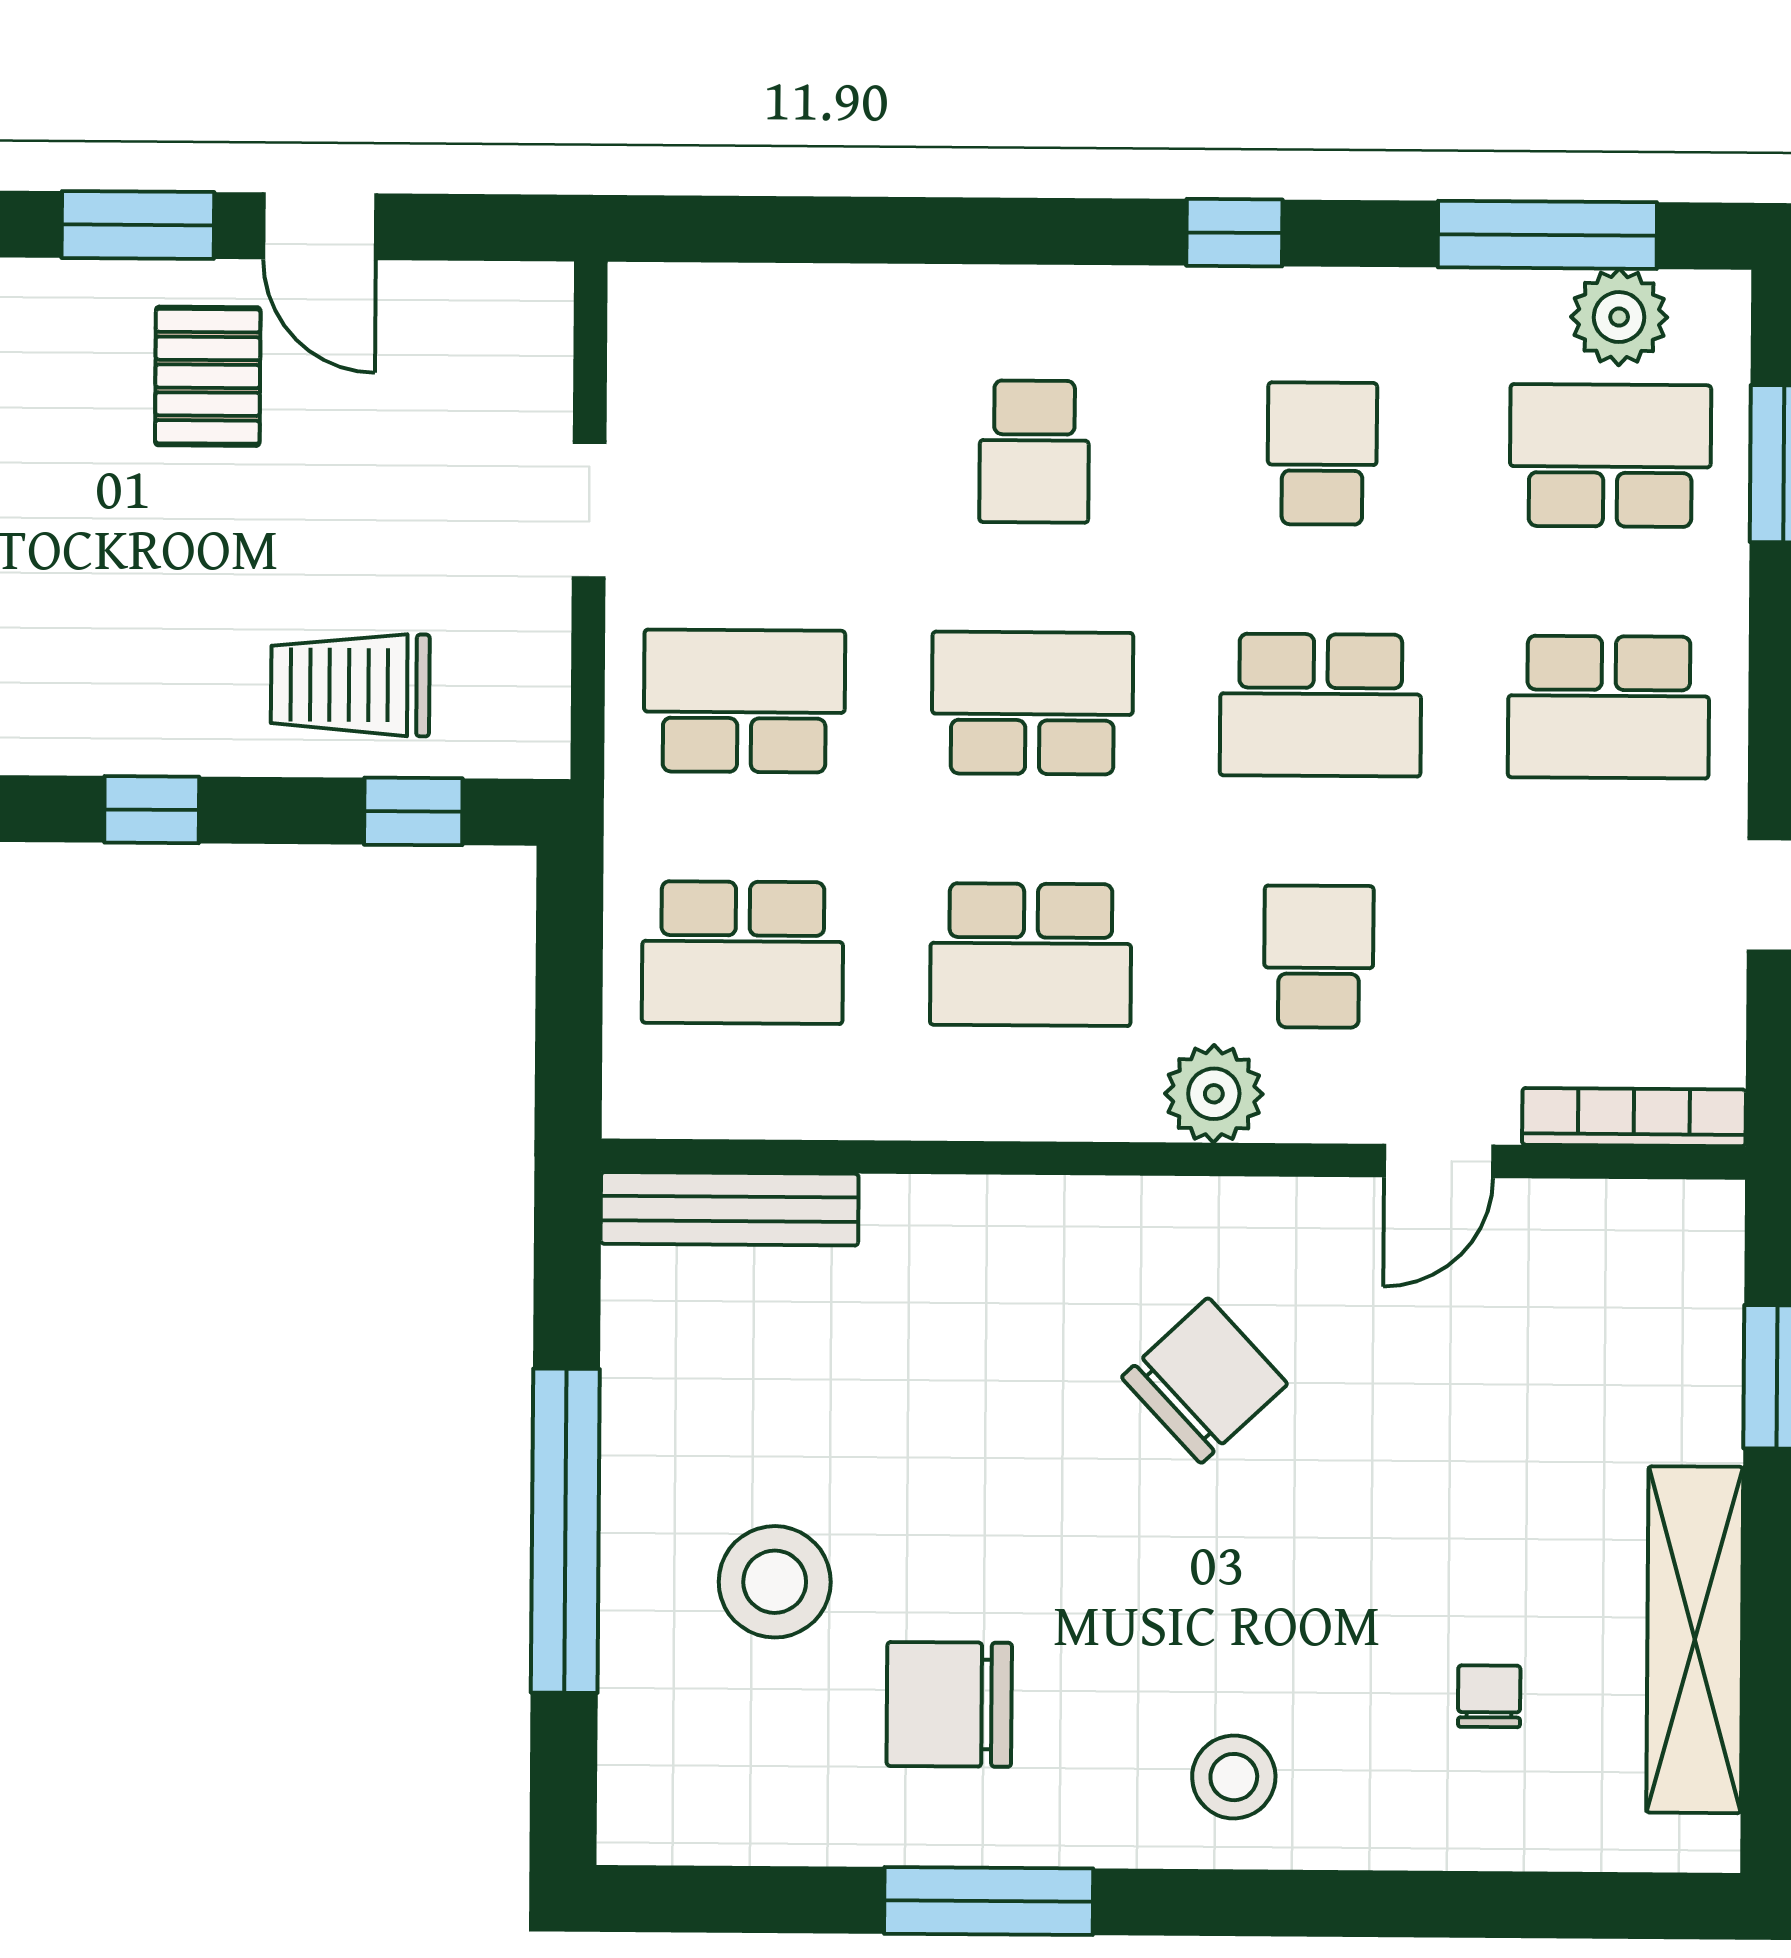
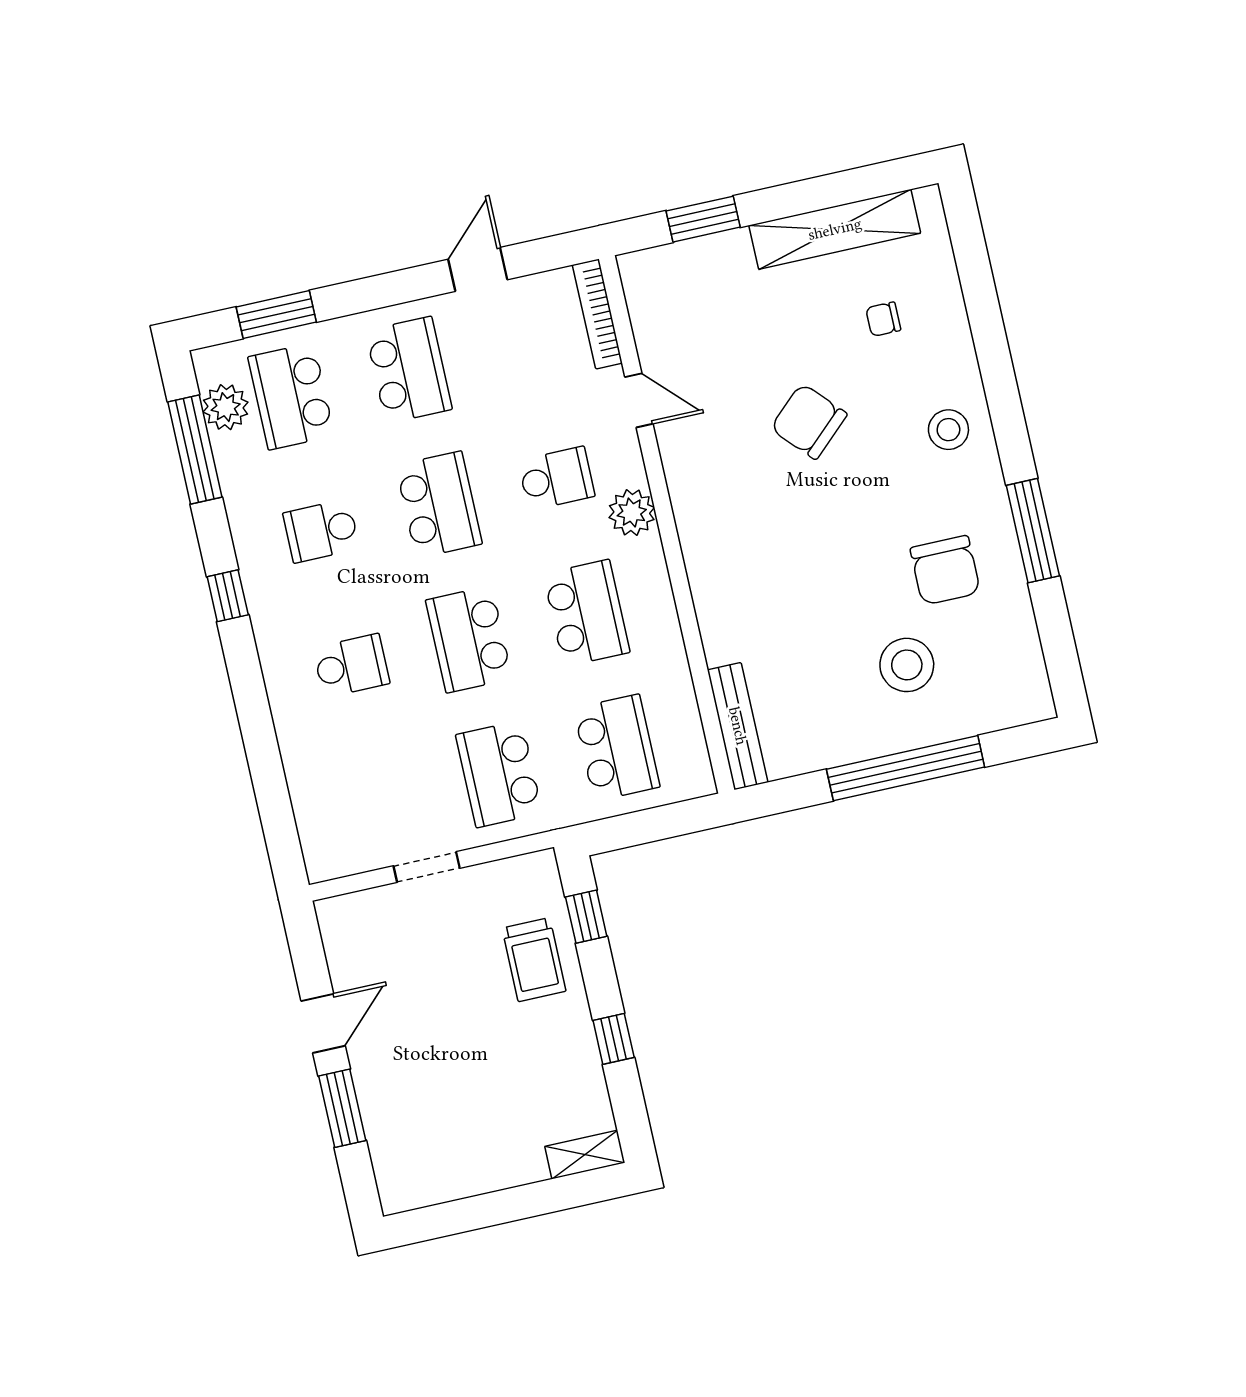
pallet: (208, 376) -> (405, 1059), removed
school desk: (1319, 957) -> (556, 478), turned 180
chair: (1204, 1381) -> (809, 421), moved

